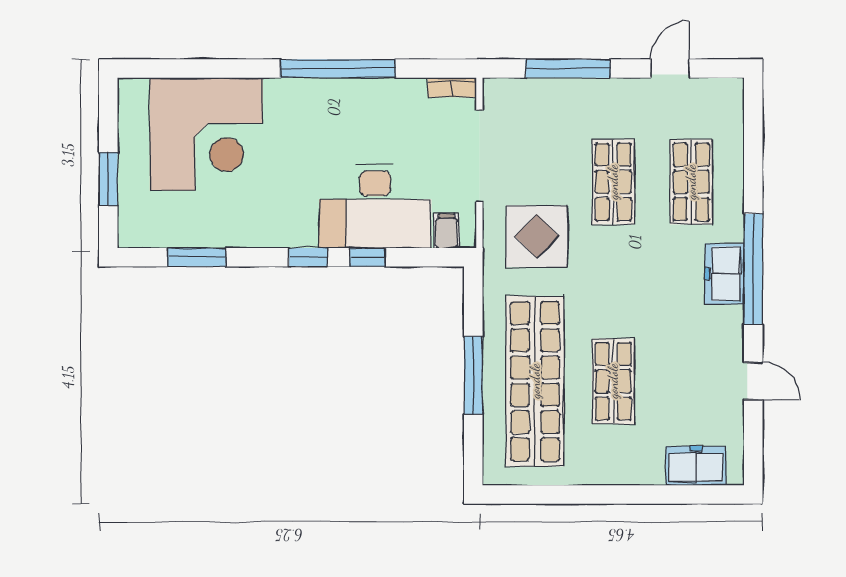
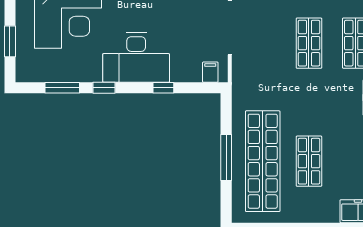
desk: (375, 206) -> (136, 57), moved
display table: (537, 236) -> (264, 75), removed
window: (308, 257) -> (104, 88), moved

